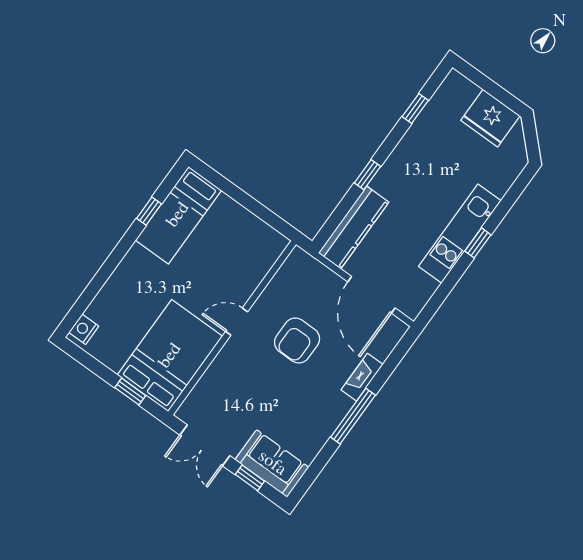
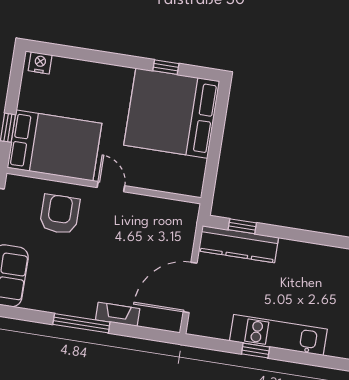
window: (368, 175) -> (242, 226), moved
bed: (178, 215) -> (172, 113), width x2.04
window: (478, 243) -> (256, 350), moved
armchair: (297, 340) -> (60, 214), moved, turned 90

